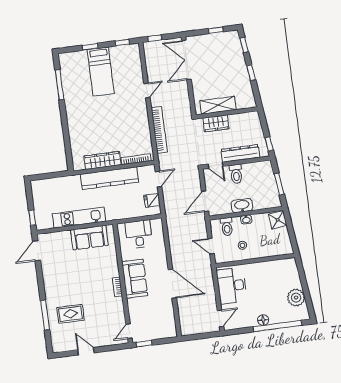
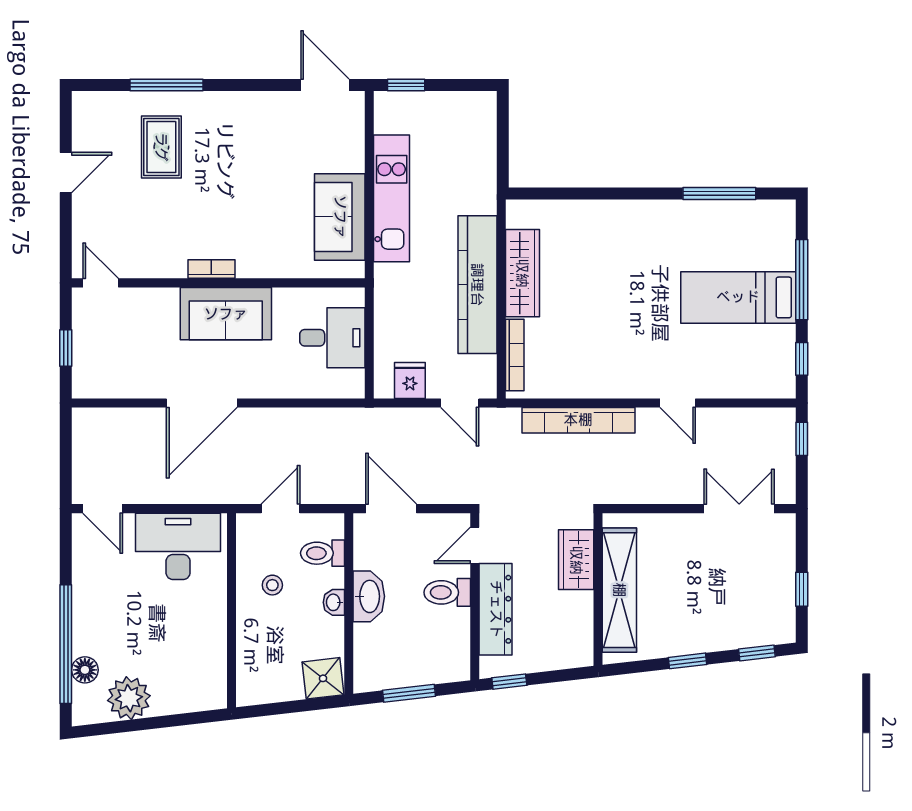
window: (90, 47) -> (802, 280), width x2.17
double door: (186, 60) -> (739, 509), width x0.73
shelving: (218, 105) -> (619, 590), width x1.47
floor lamp: (263, 320) -> (85, 670), moved
window: (144, 344) -> (66, 348), moved

